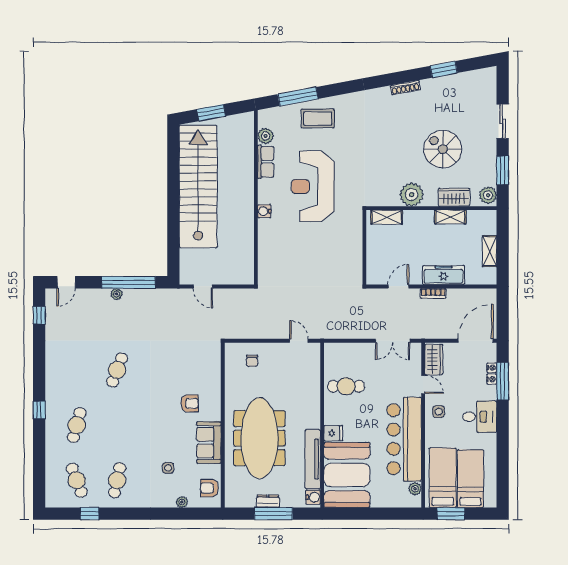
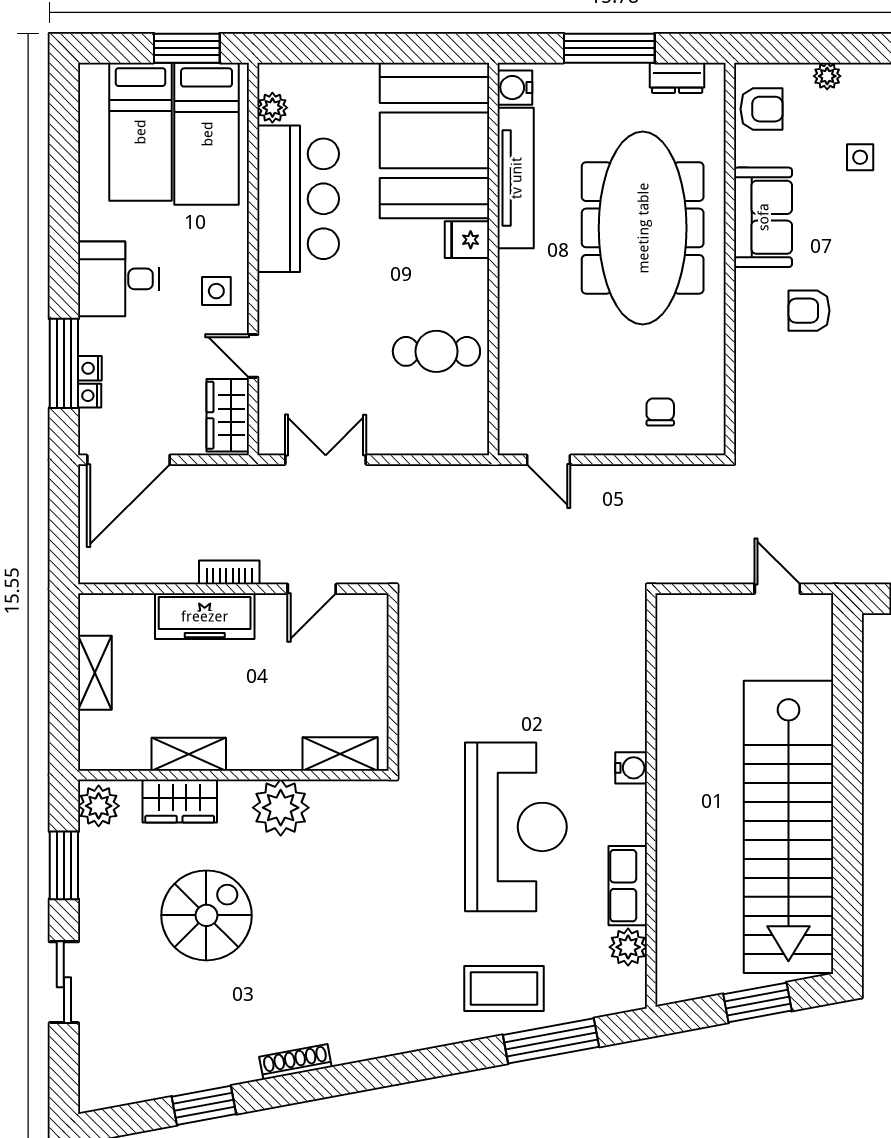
spiral stairs: (443, 149) -> (206, 915), turned -90
bar counter: (404, 439) -> (298, 199), width x0.73
dresser: (268, 501) -> (677, 78), moved

